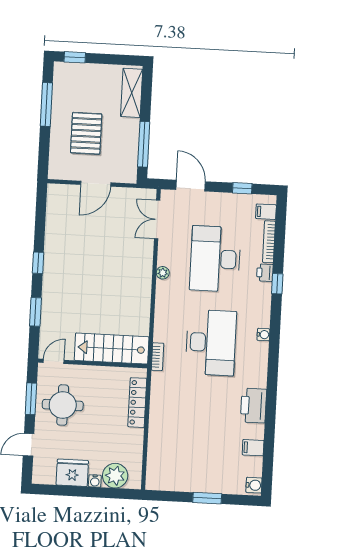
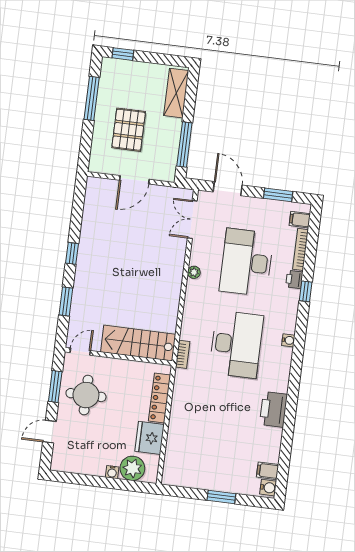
window: (242, 188) -> (278, 195), width x1.50
filing cabinet: (253, 448) -> (268, 471), moved
fridge: (72, 473) -> (150, 438), moved, turned -90

